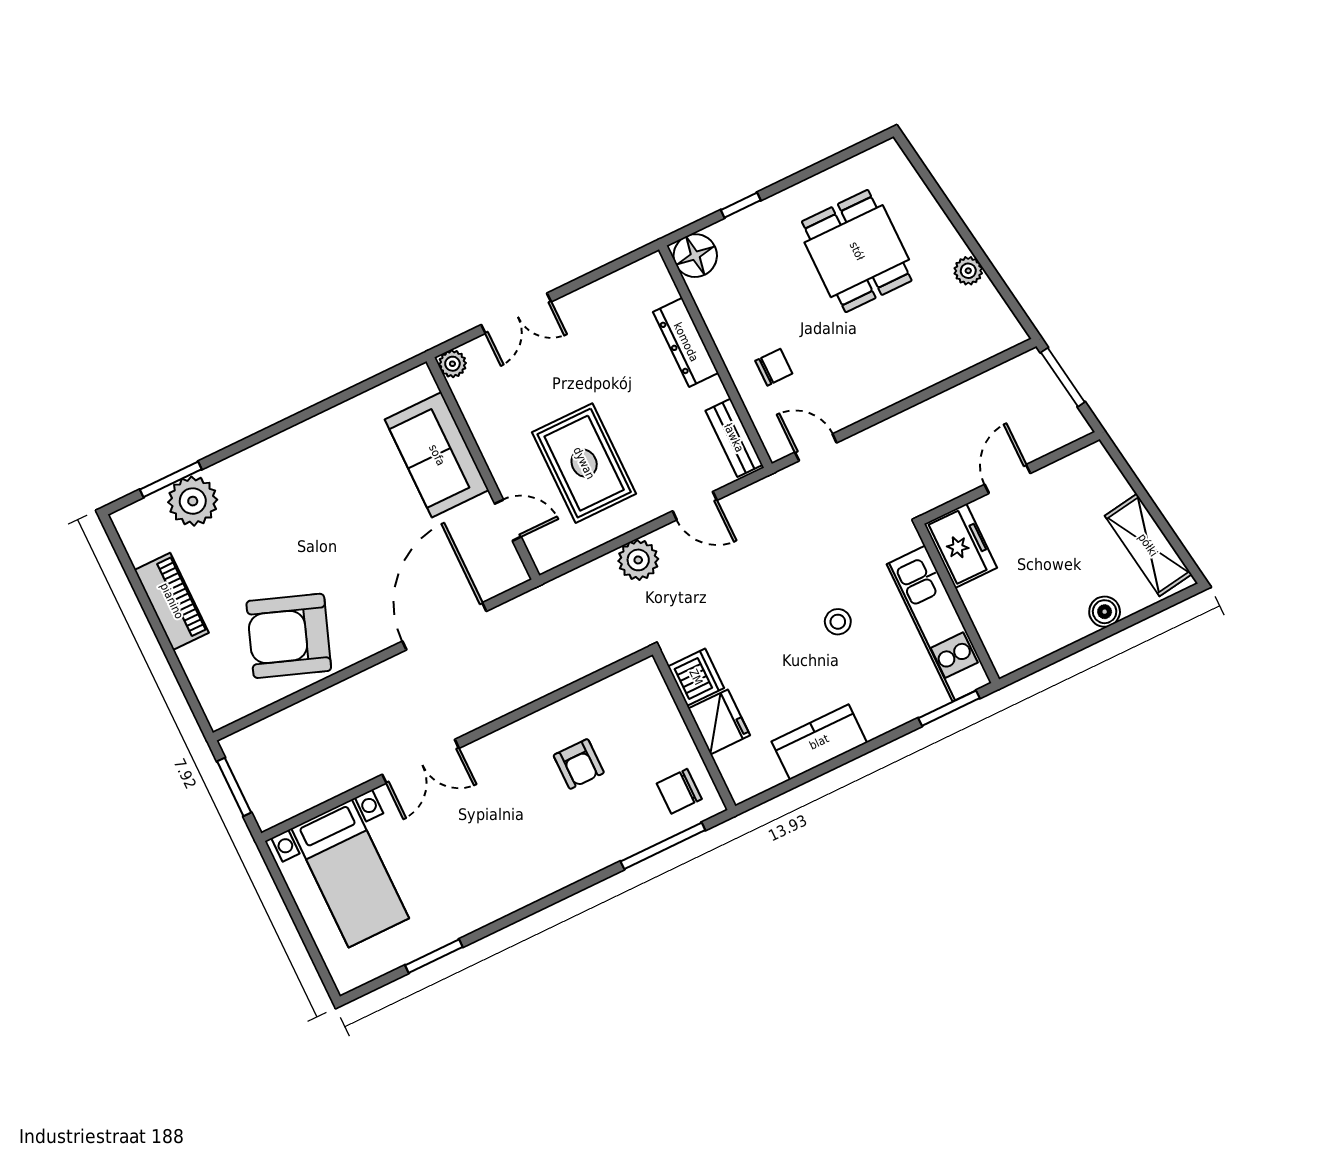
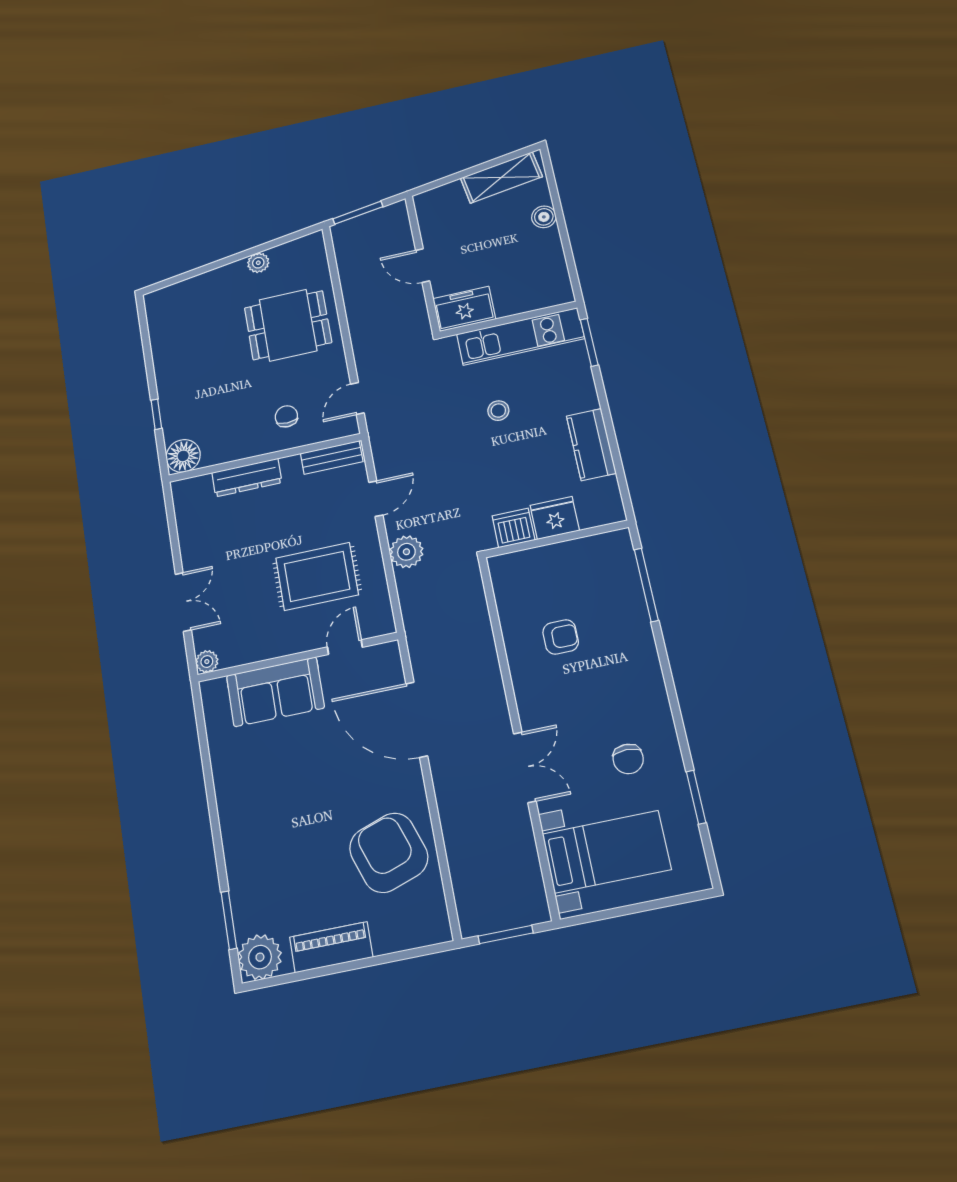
dining table: (857, 251) -> (288, 325), moved
plant: (193, 501) -> (260, 957), moved
armchair: (289, 636) -> (389, 853), turned 141
chair: (679, 791) -> (628, 759), moved

